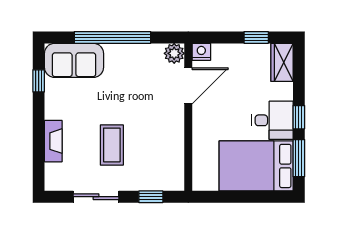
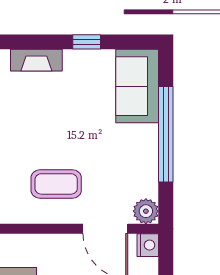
window: (39, 81) -> (87, 42), moved
coffee table: (112, 145) -> (56, 184), moved

